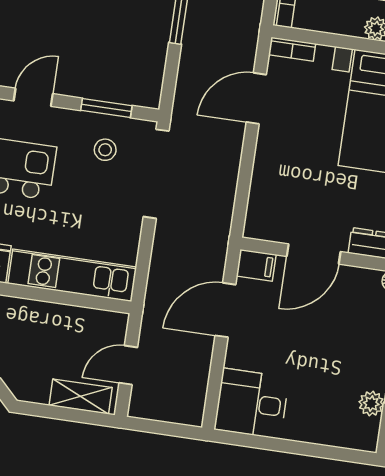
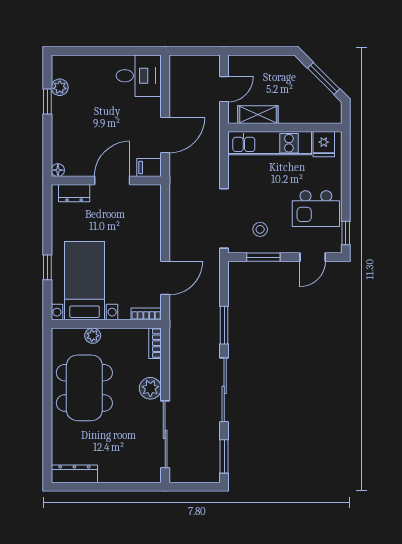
shelving: (81, 396) -> (258, 115), moved

